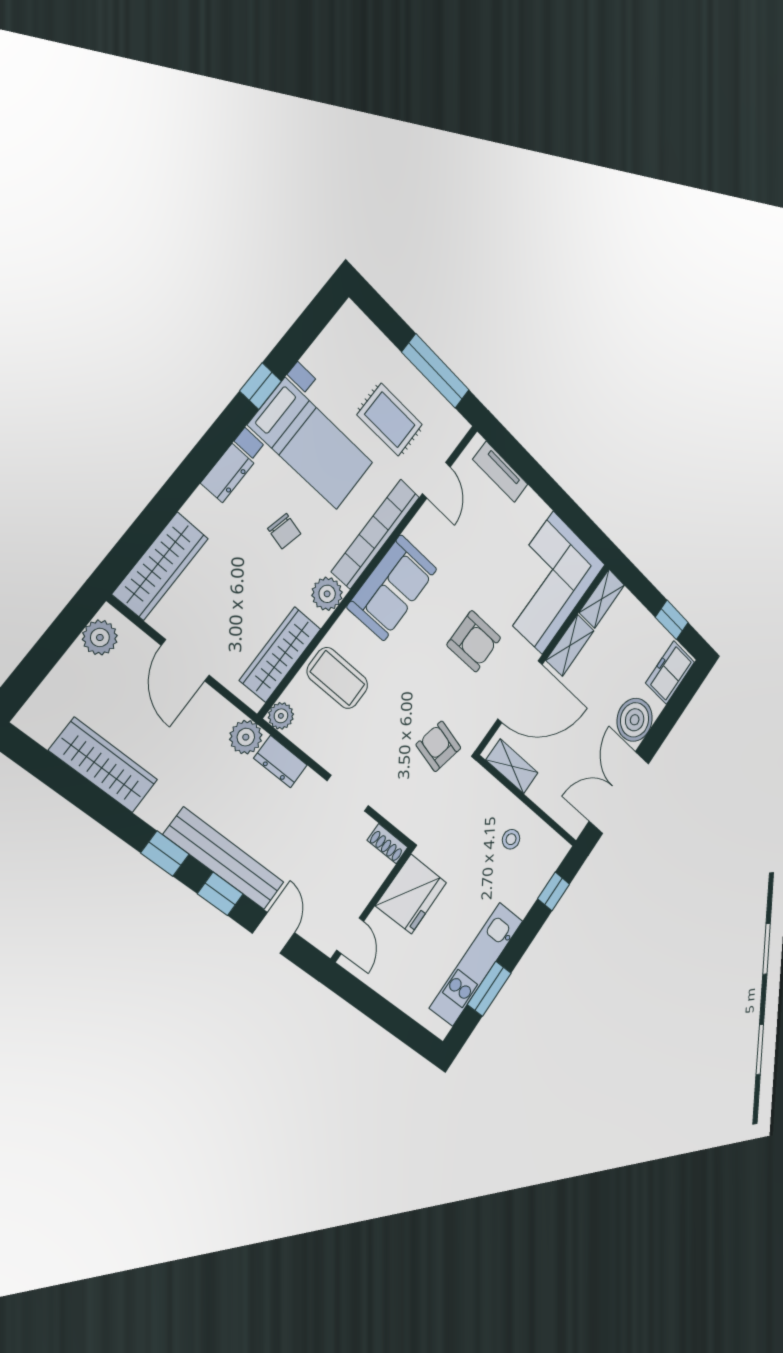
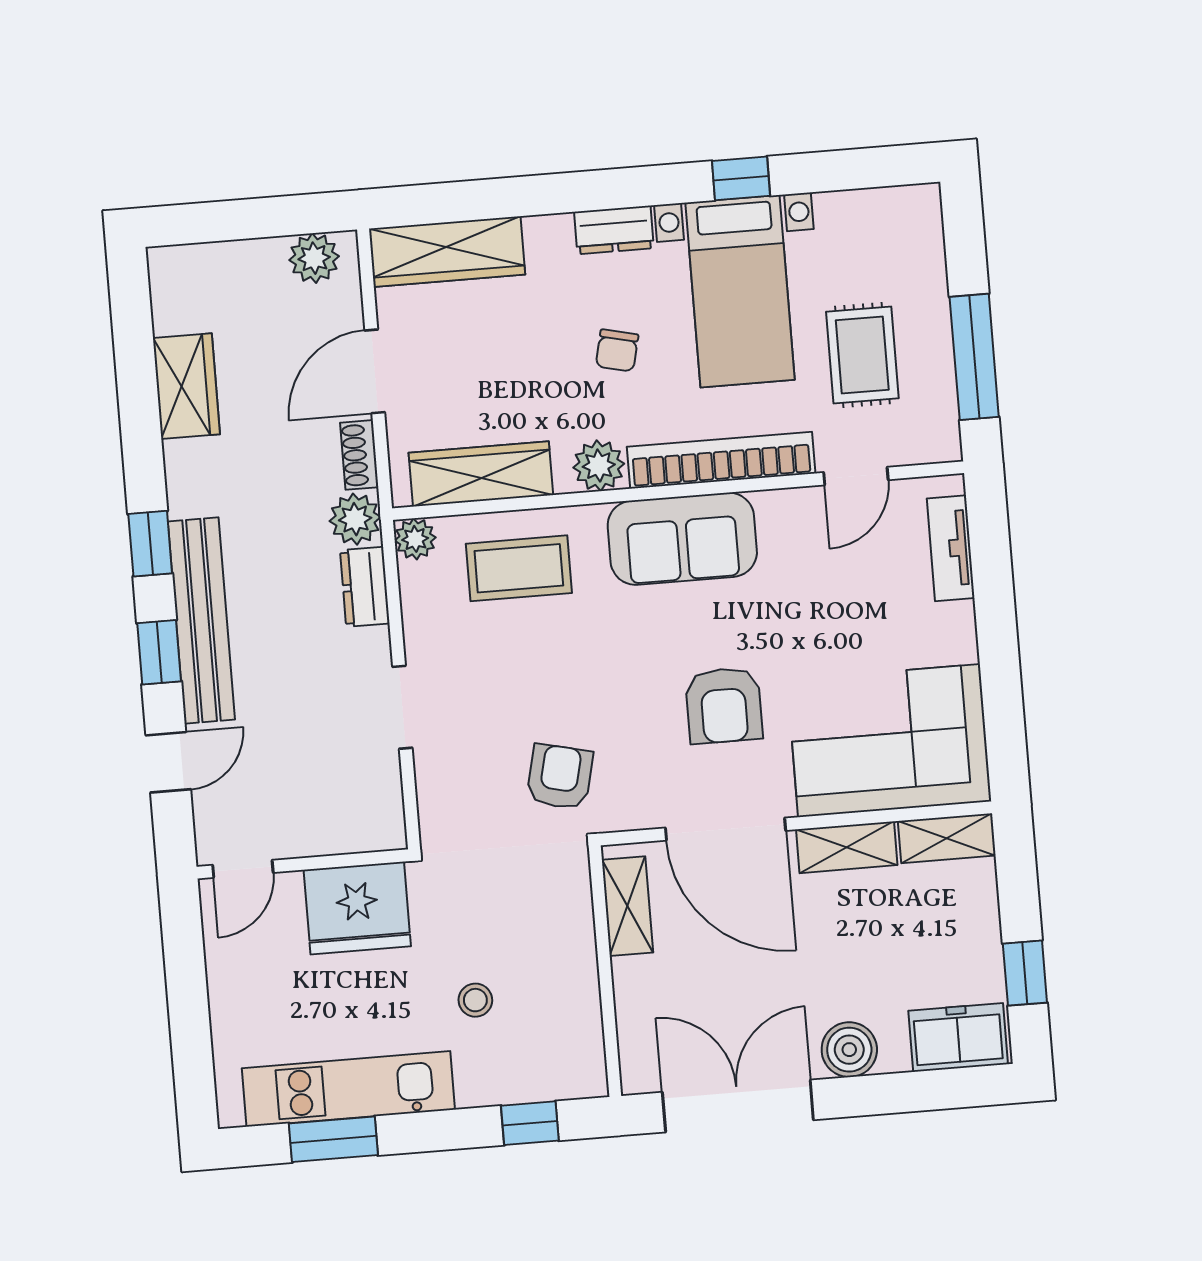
coffee table: (338, 678) -> (519, 568), turned 90
boiler: (635, 720) -> (849, 1050), width x0.73, depth x0.73
wardrobe: (104, 765) -> (186, 386), width x0.67
stool: (511, 839) -> (475, 1000), moved
shoe rack: (388, 844) -> (359, 455), moved

